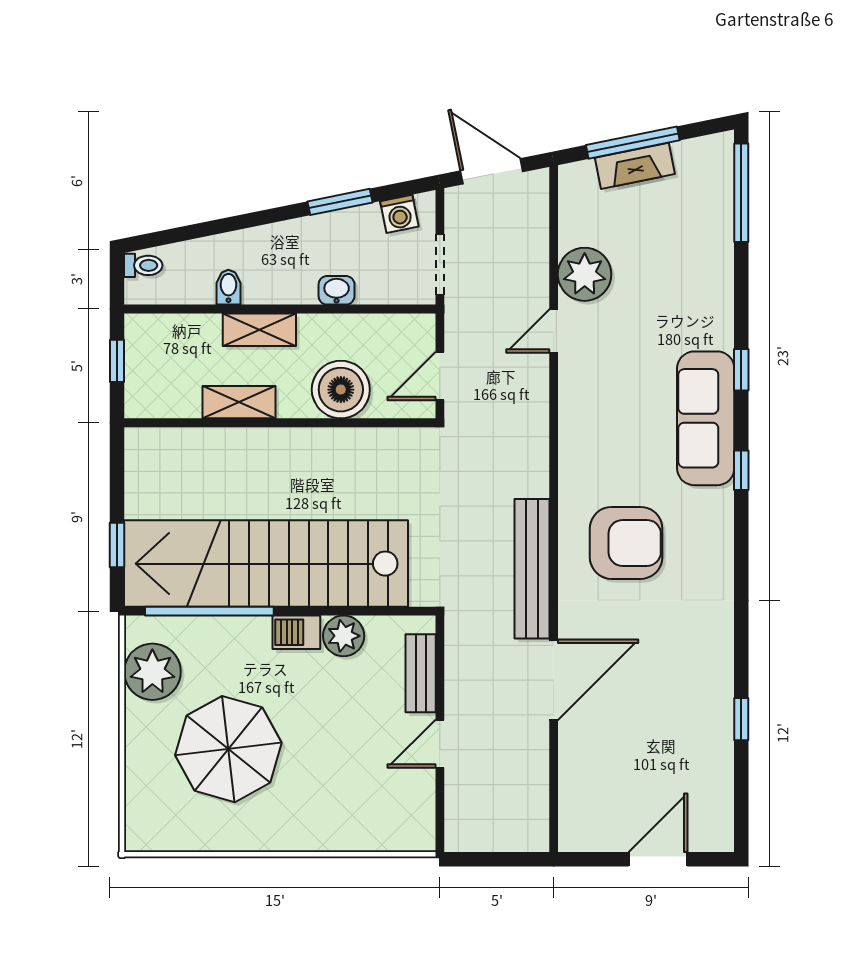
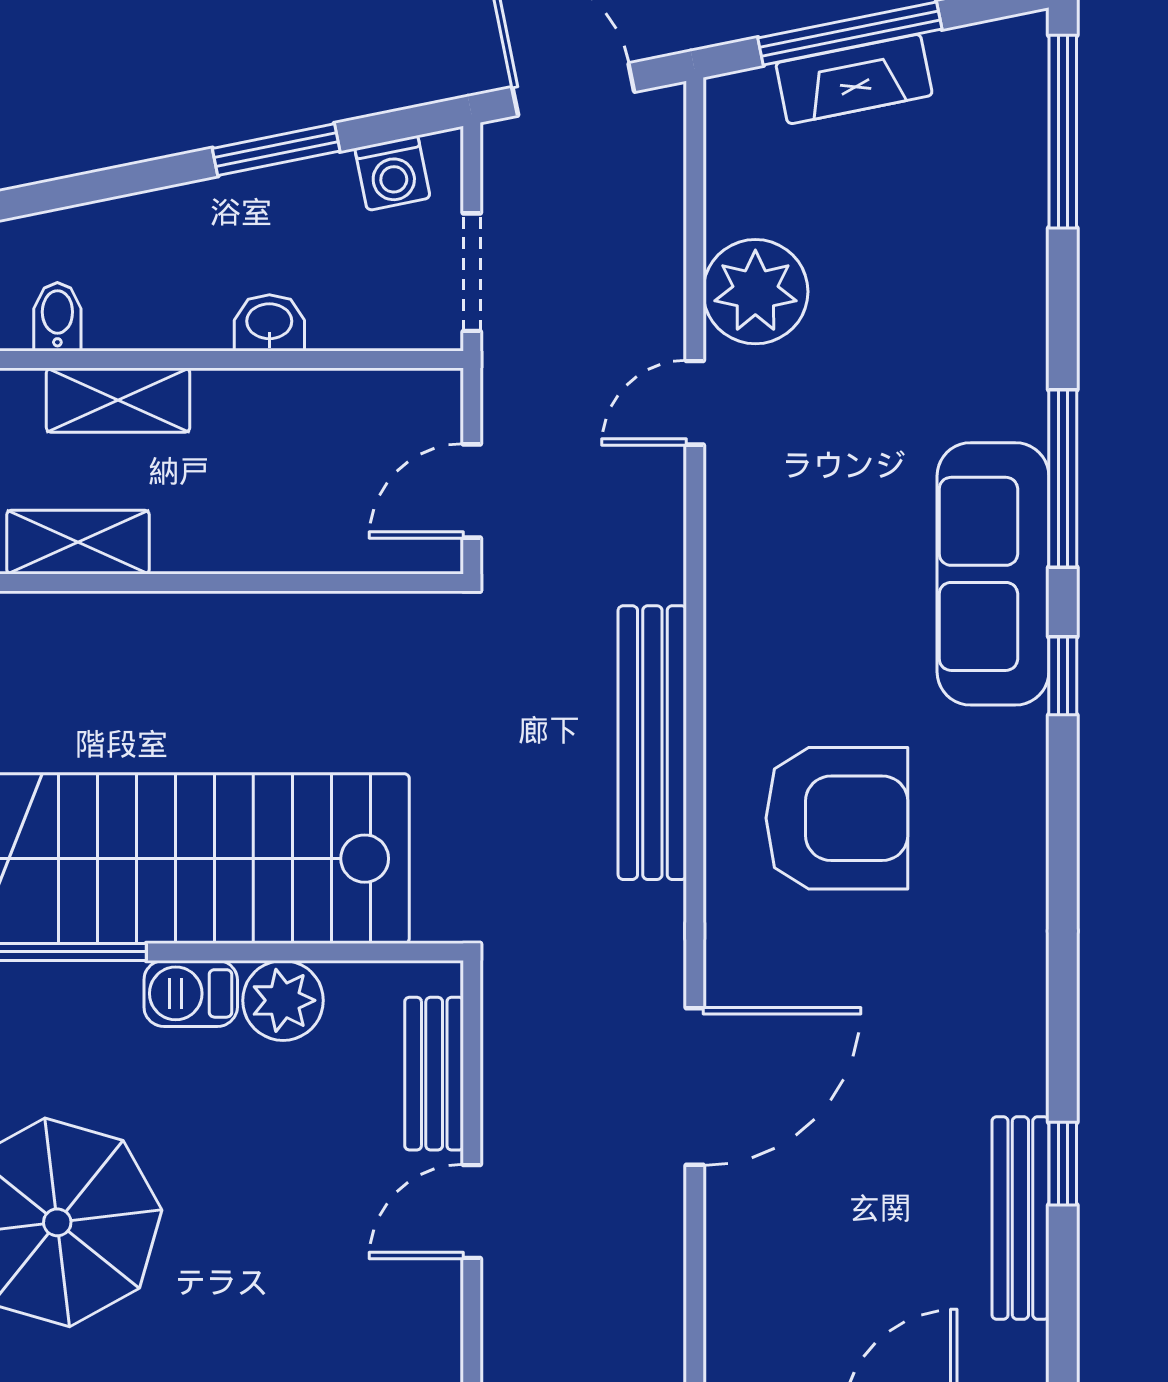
window: (741, 370) -> (1063, 478), width x2.17
boiler: (341, 390) -> (278, 517), removed
bench: (532, 569) -> (652, 743), moved
bench: (720, 747) -> (1020, 1218), added

